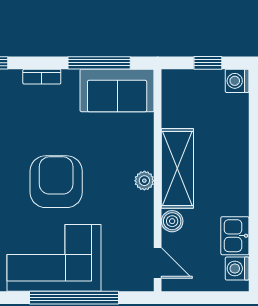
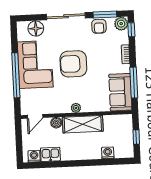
washing machine: (237, 81) -> (108, 153), moved
armchair: (56, 182) -> (73, 64), turned 180

